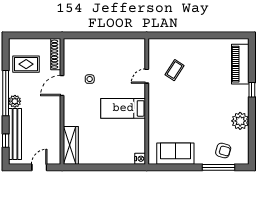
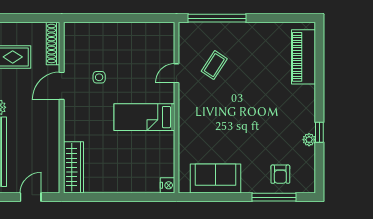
window: (176, 35) -> (217, 18), added
window: (252, 90) -> (319, 132), moved
plant: (240, 121) -> (309, 140), width x0.53, depth x0.53
armchair: (223, 150) -> (280, 174), turned 74

